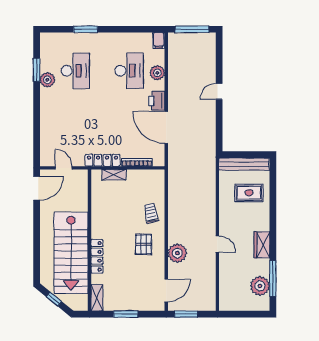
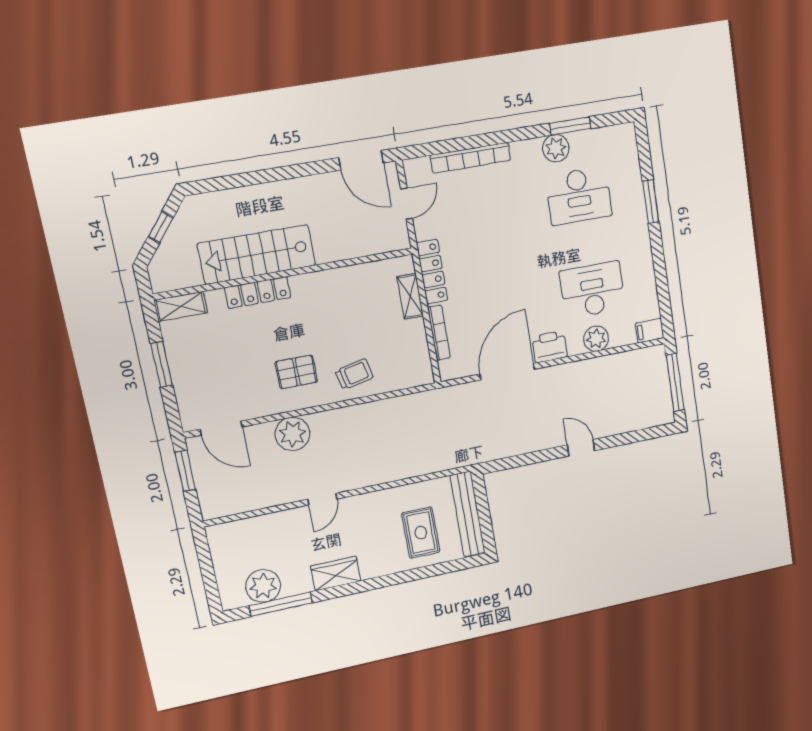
desk: (129, 71) -> (593, 290), turned 180
bookcase: (45, 128) -> (470, 158), added
stairs: (71, 253) -> (257, 254), width x0.73, depth x0.66

